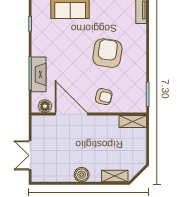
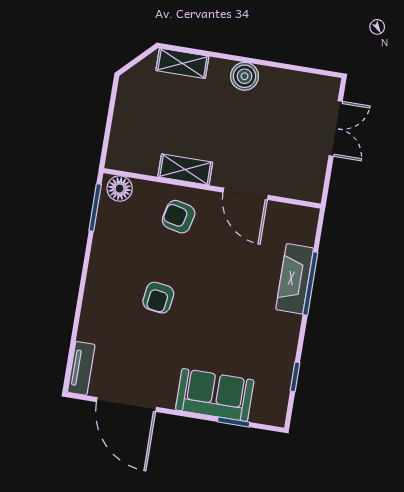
armchair: (107, 53) -> (158, 298), width x0.53, depth x0.53
floor lamp: (45, 106) -> (120, 189), moved
door: (71, 114) -> (246, 194), width x0.73
shelving: (133, 121) -> (185, 170), moved

